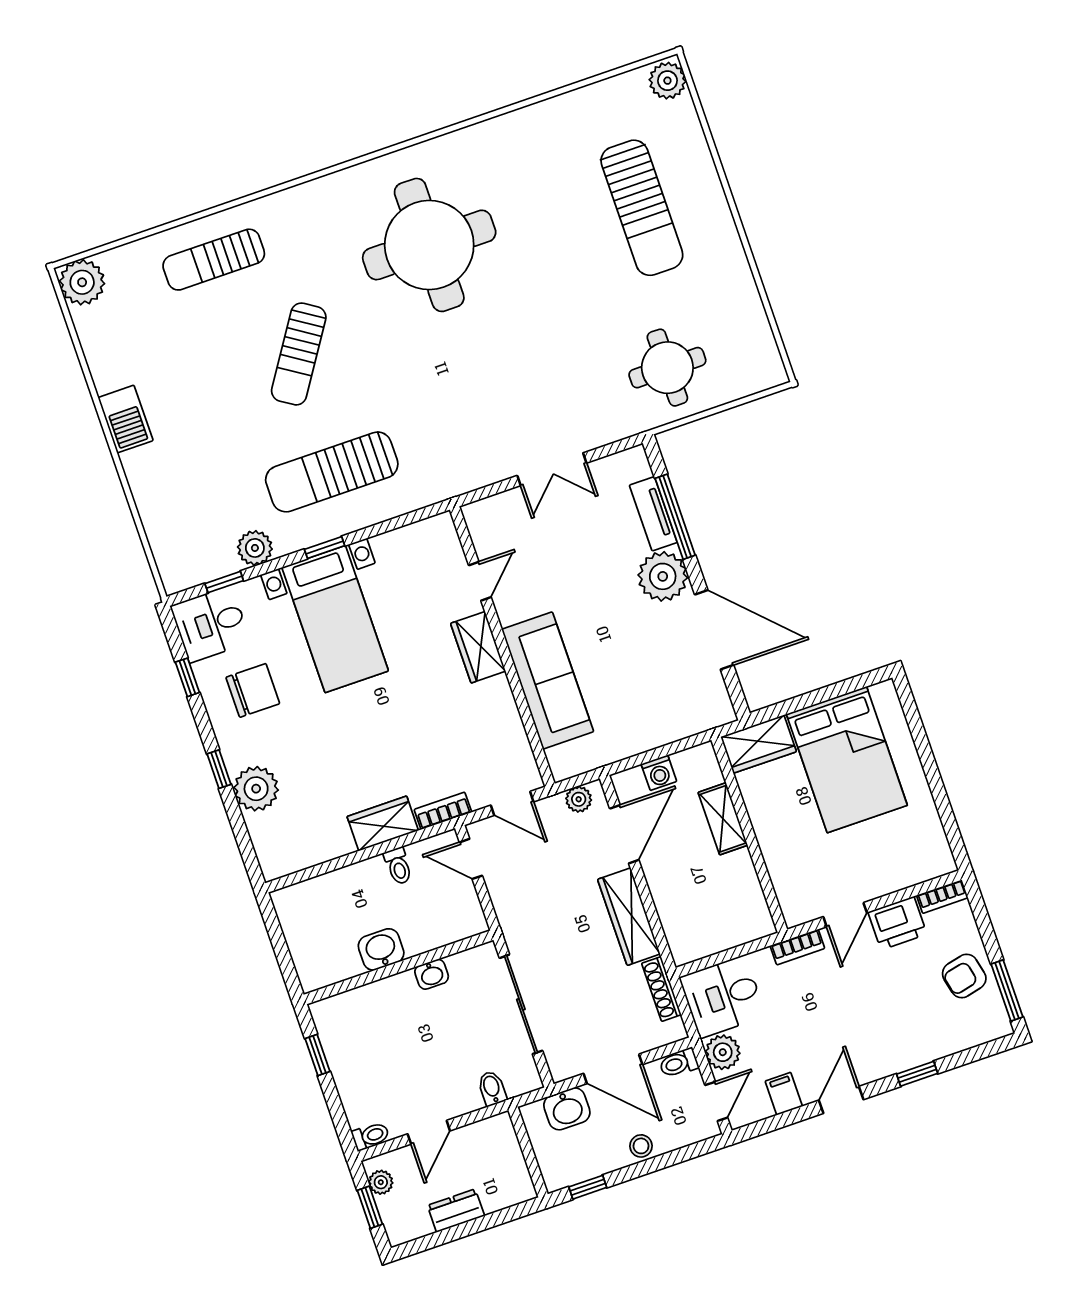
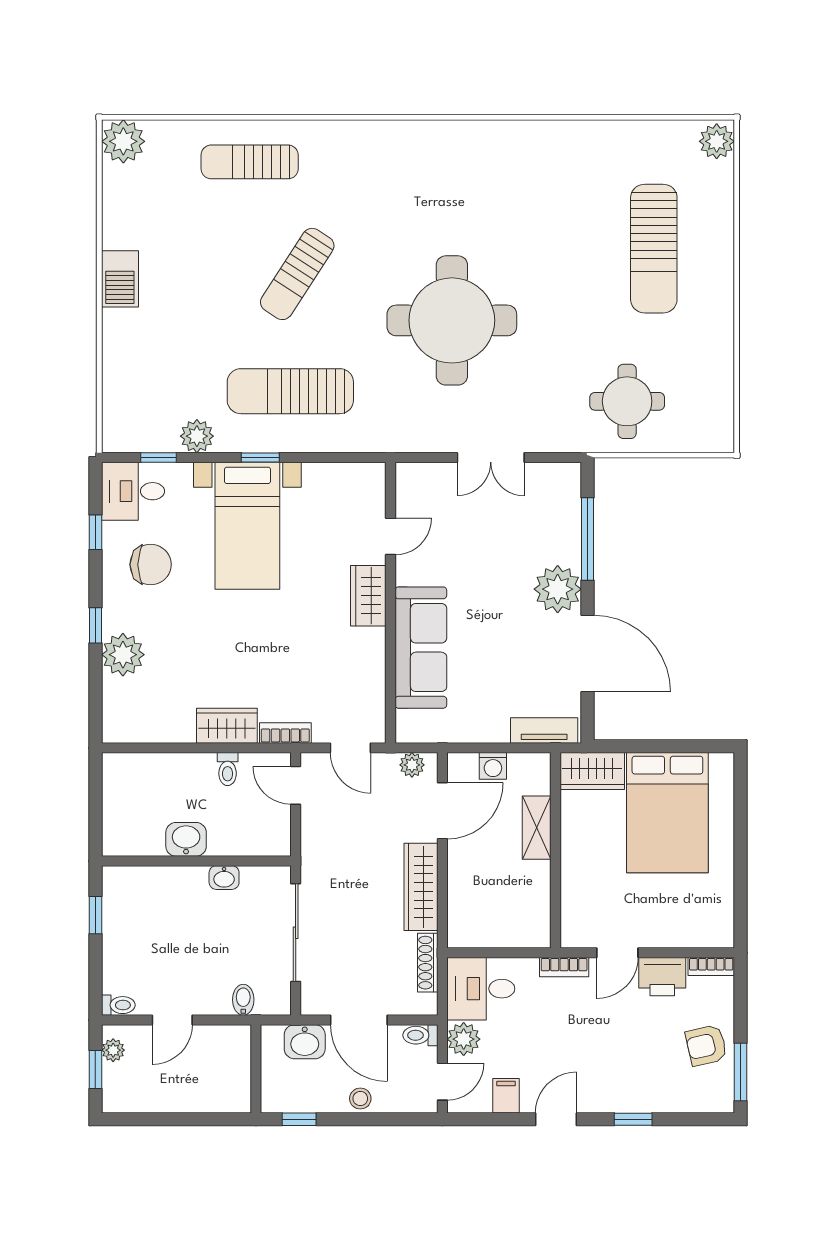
round table: (429, 245) -> (452, 320), moved
tv unit: (653, 514) -> (544, 730), moved, turned 90
dresser: (456, 1211) -> (172, 1099), removed

